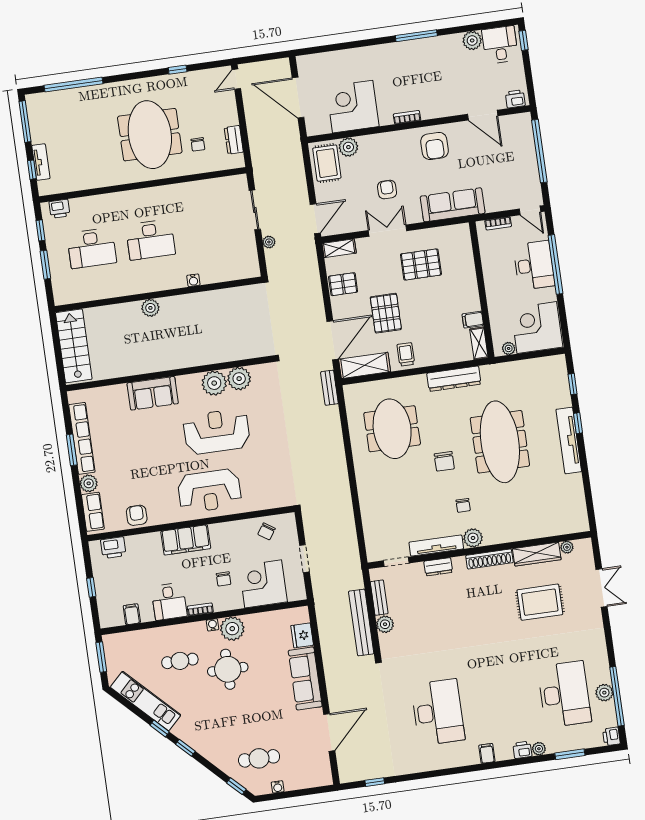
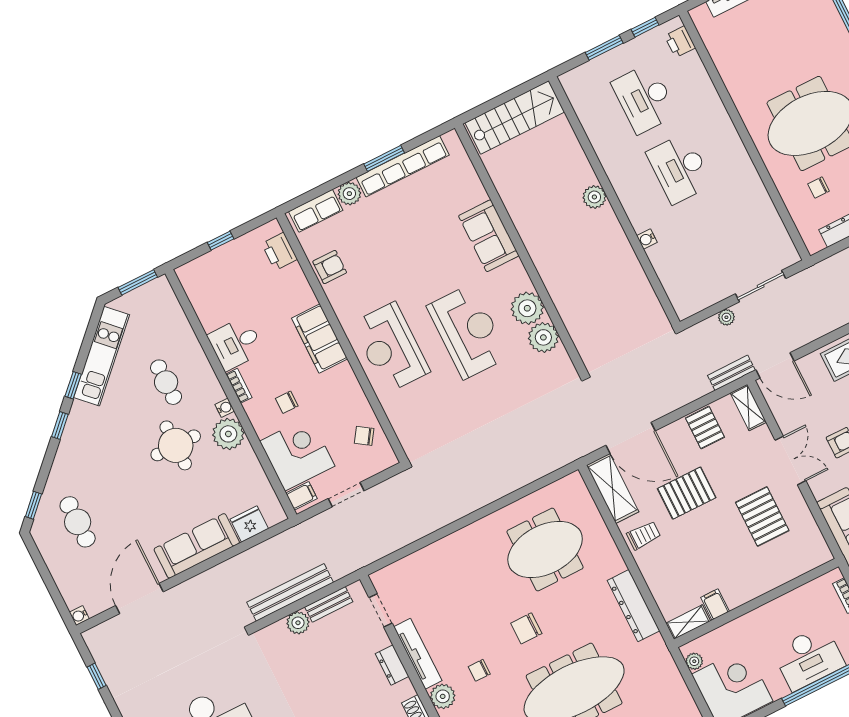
bench: (329, 388) -> (731, 373), moved
filing cabinet: (132, 614) -> (301, 496), moved
door: (329, 732) -> (139, 599), swing flipped
water cooler: (278, 787) -> (79, 616), moved

